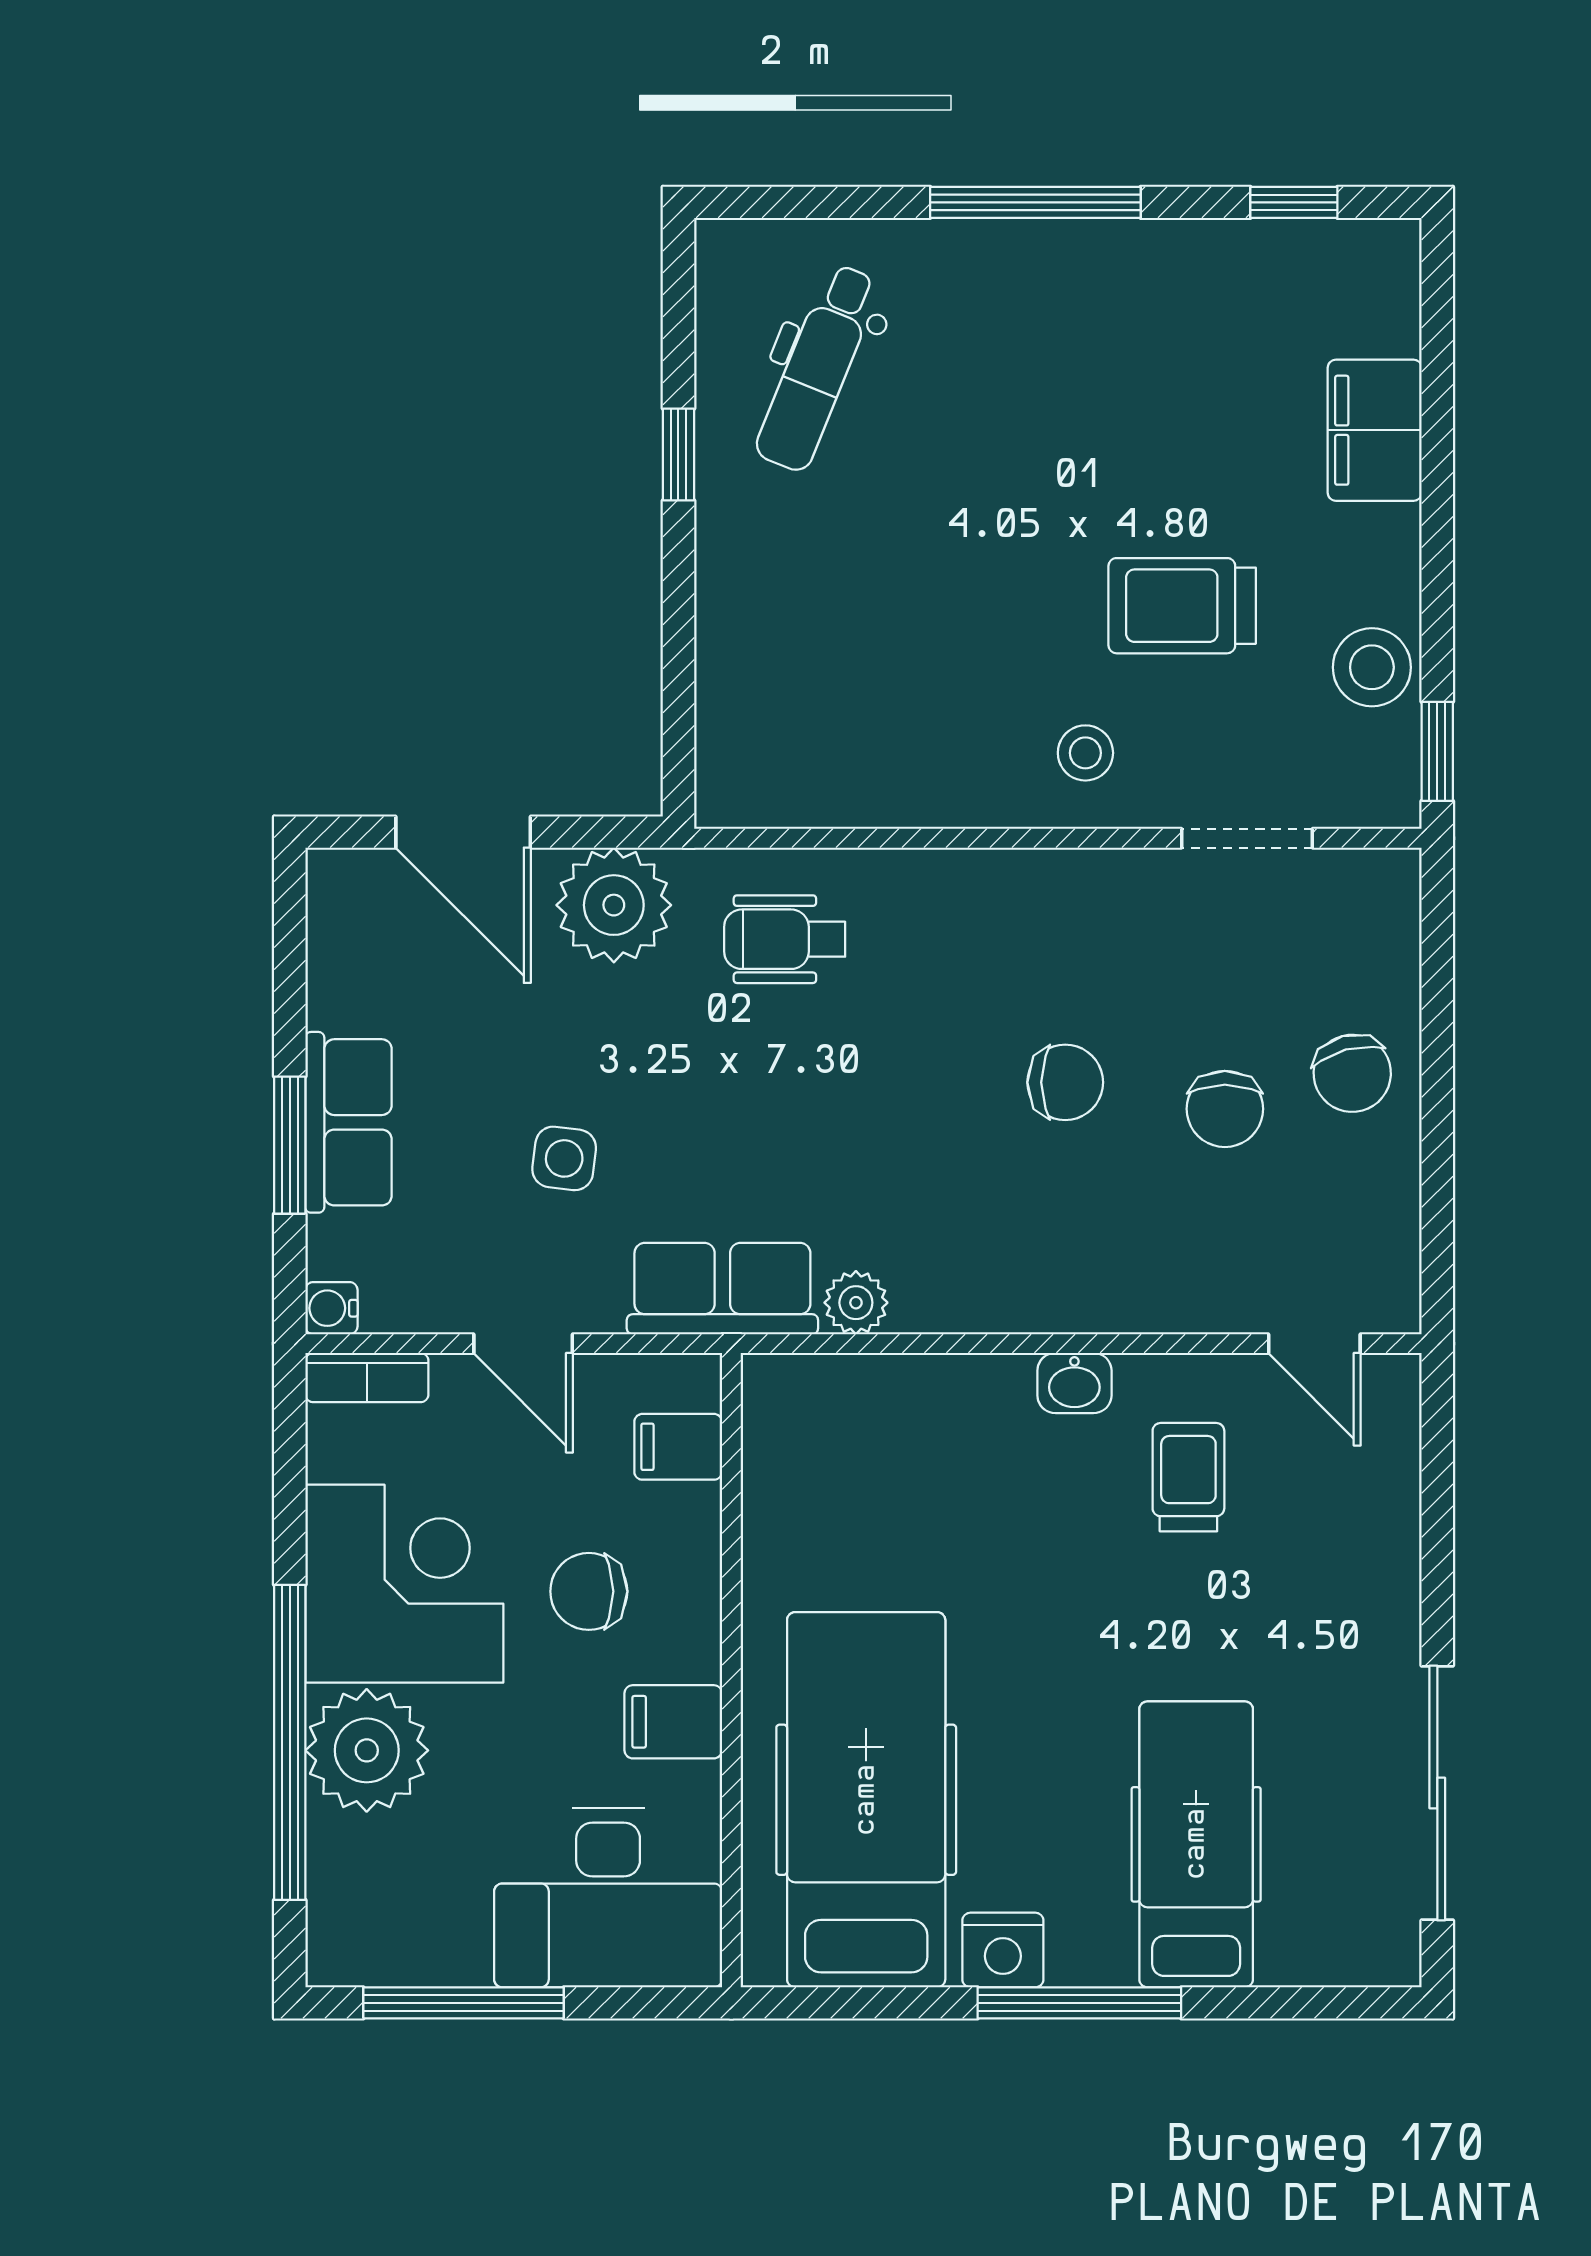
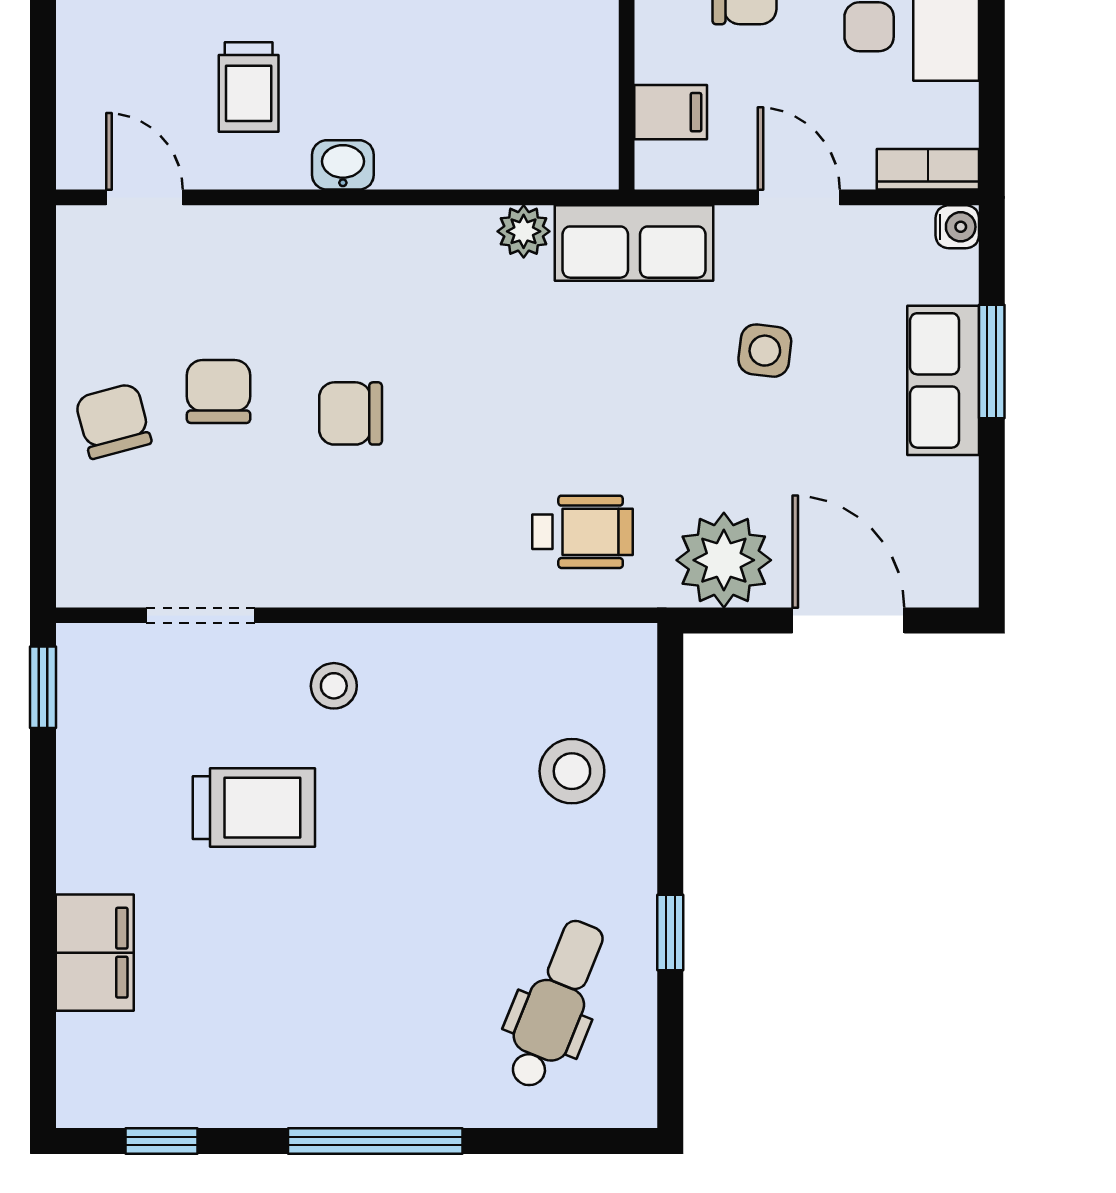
stool: (1372, 667) -> (572, 771), moved

